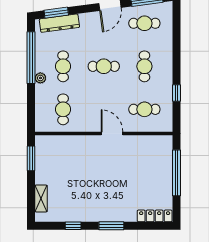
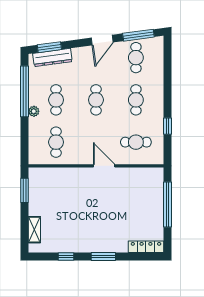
cafe table: (144, 23) -> (136, 58), turned 90
cafe table: (104, 66) -> (96, 100), turned 90

